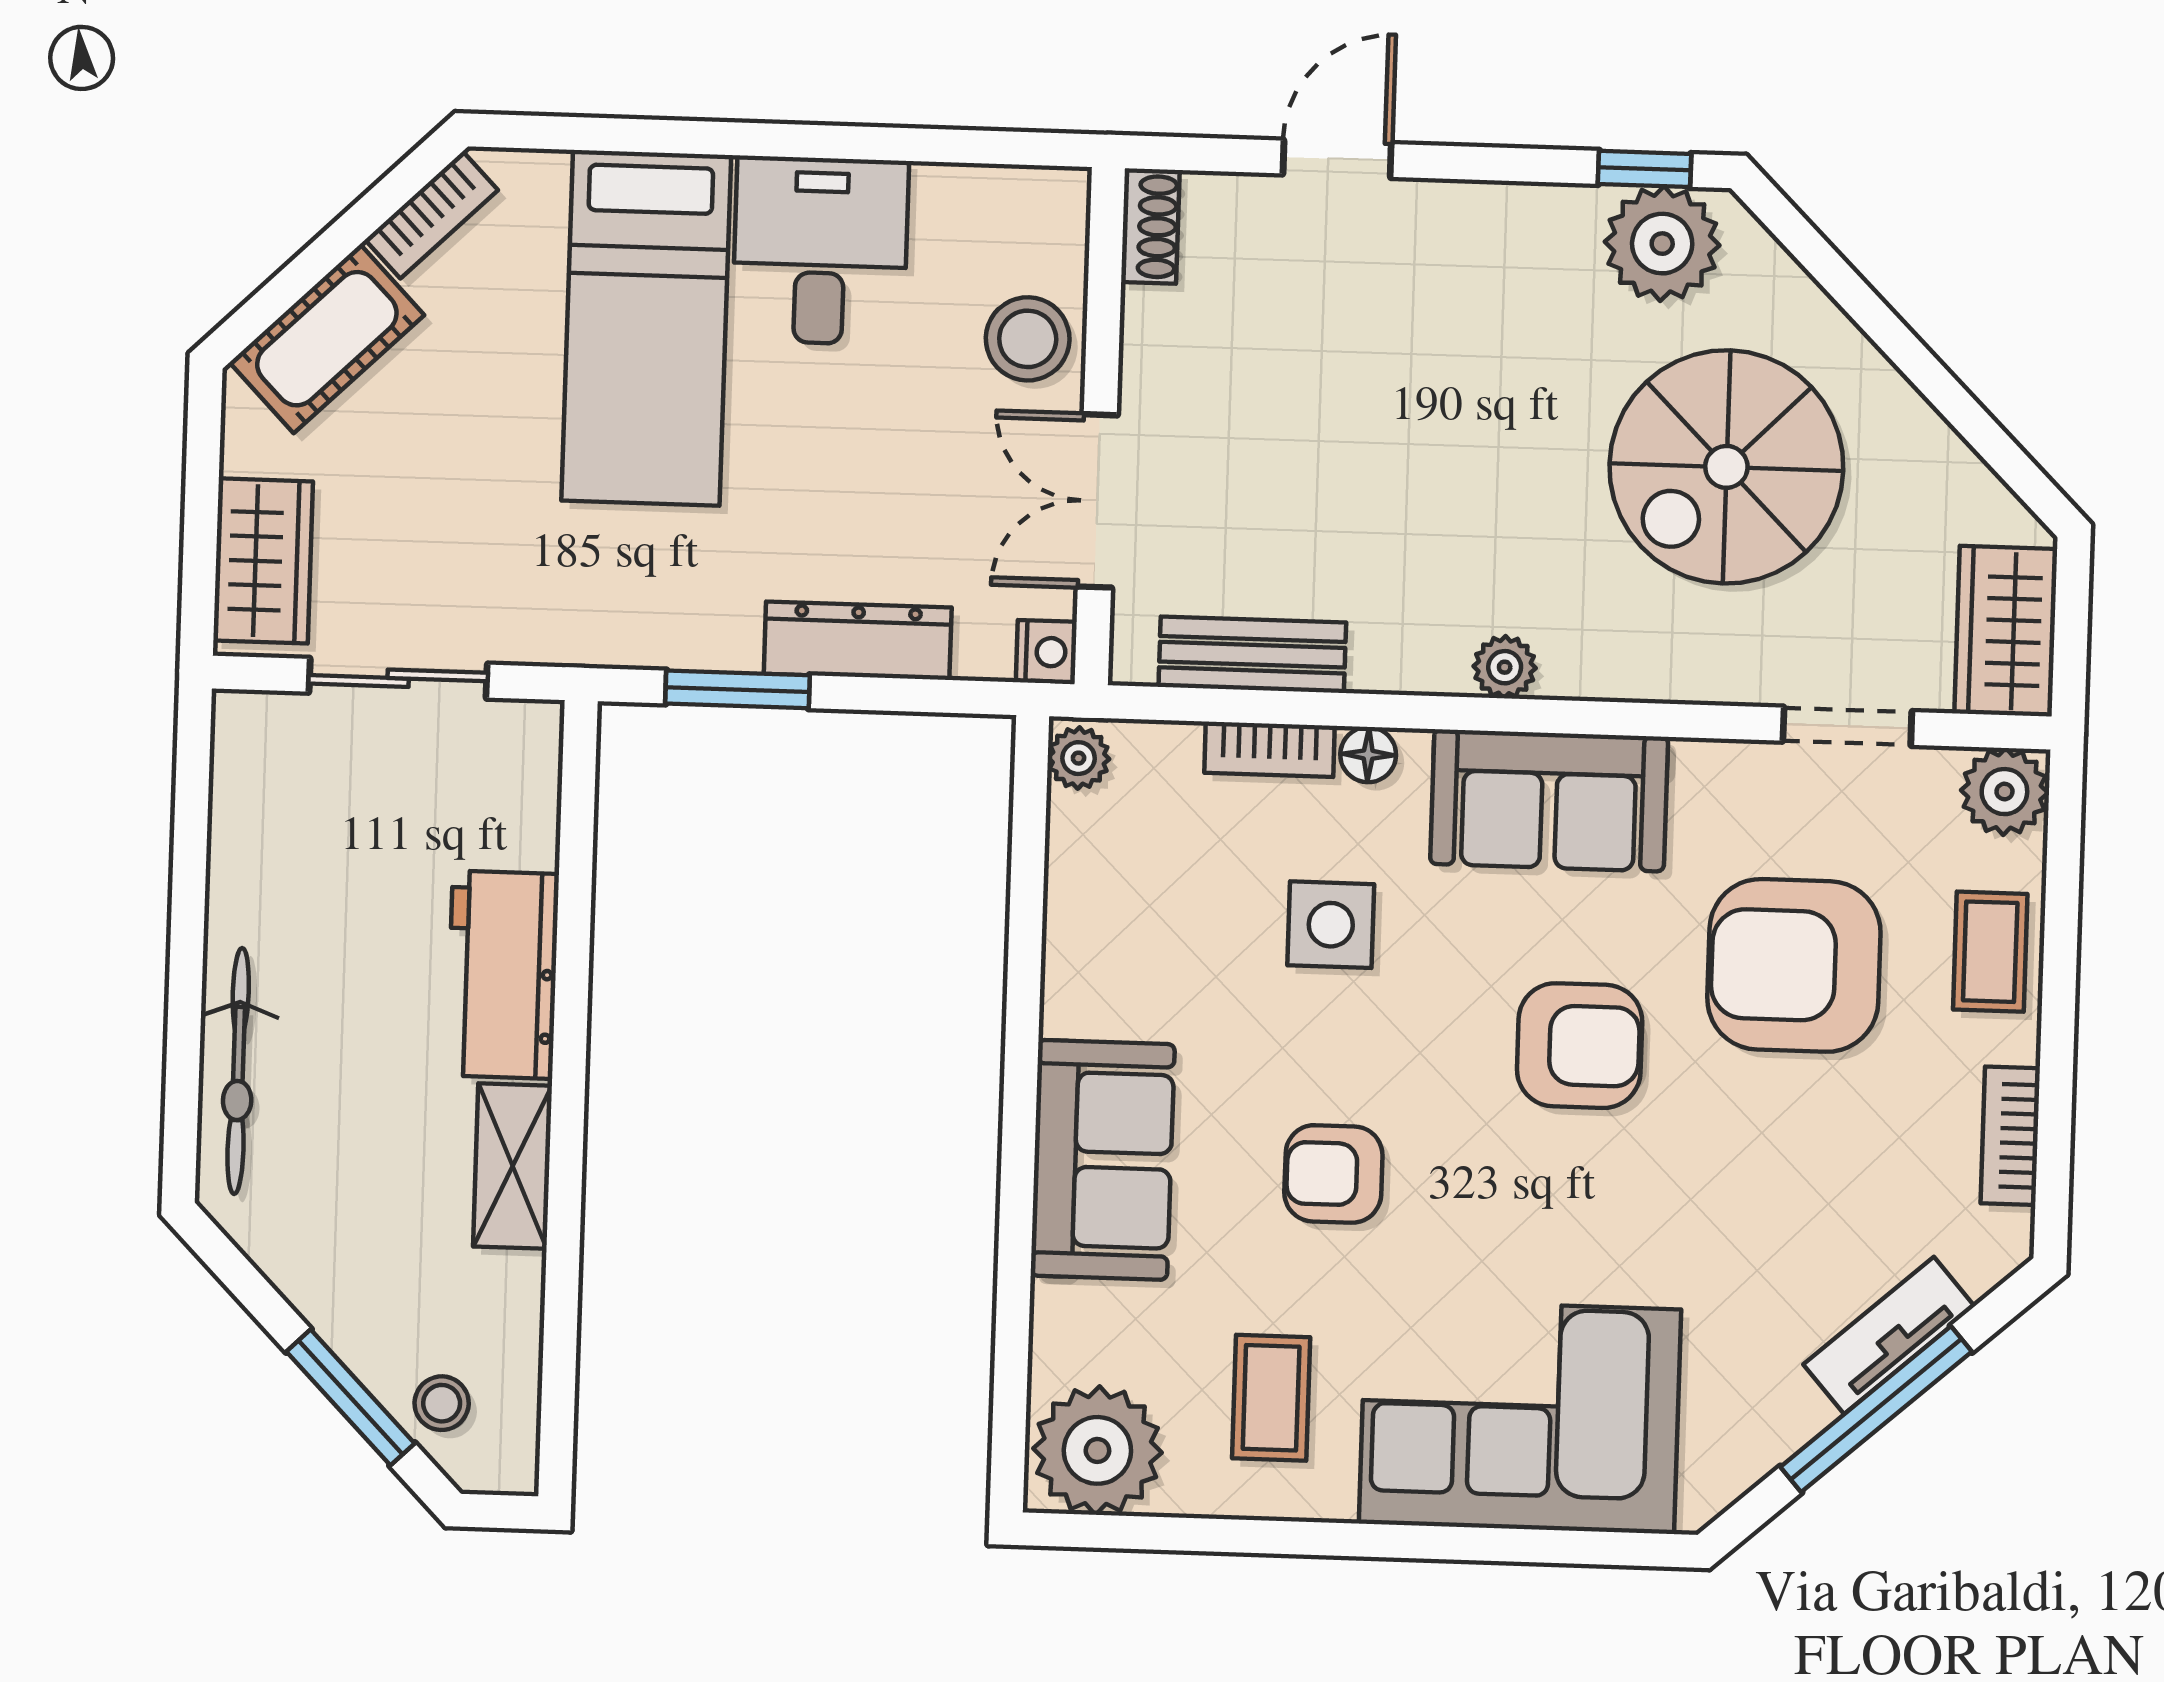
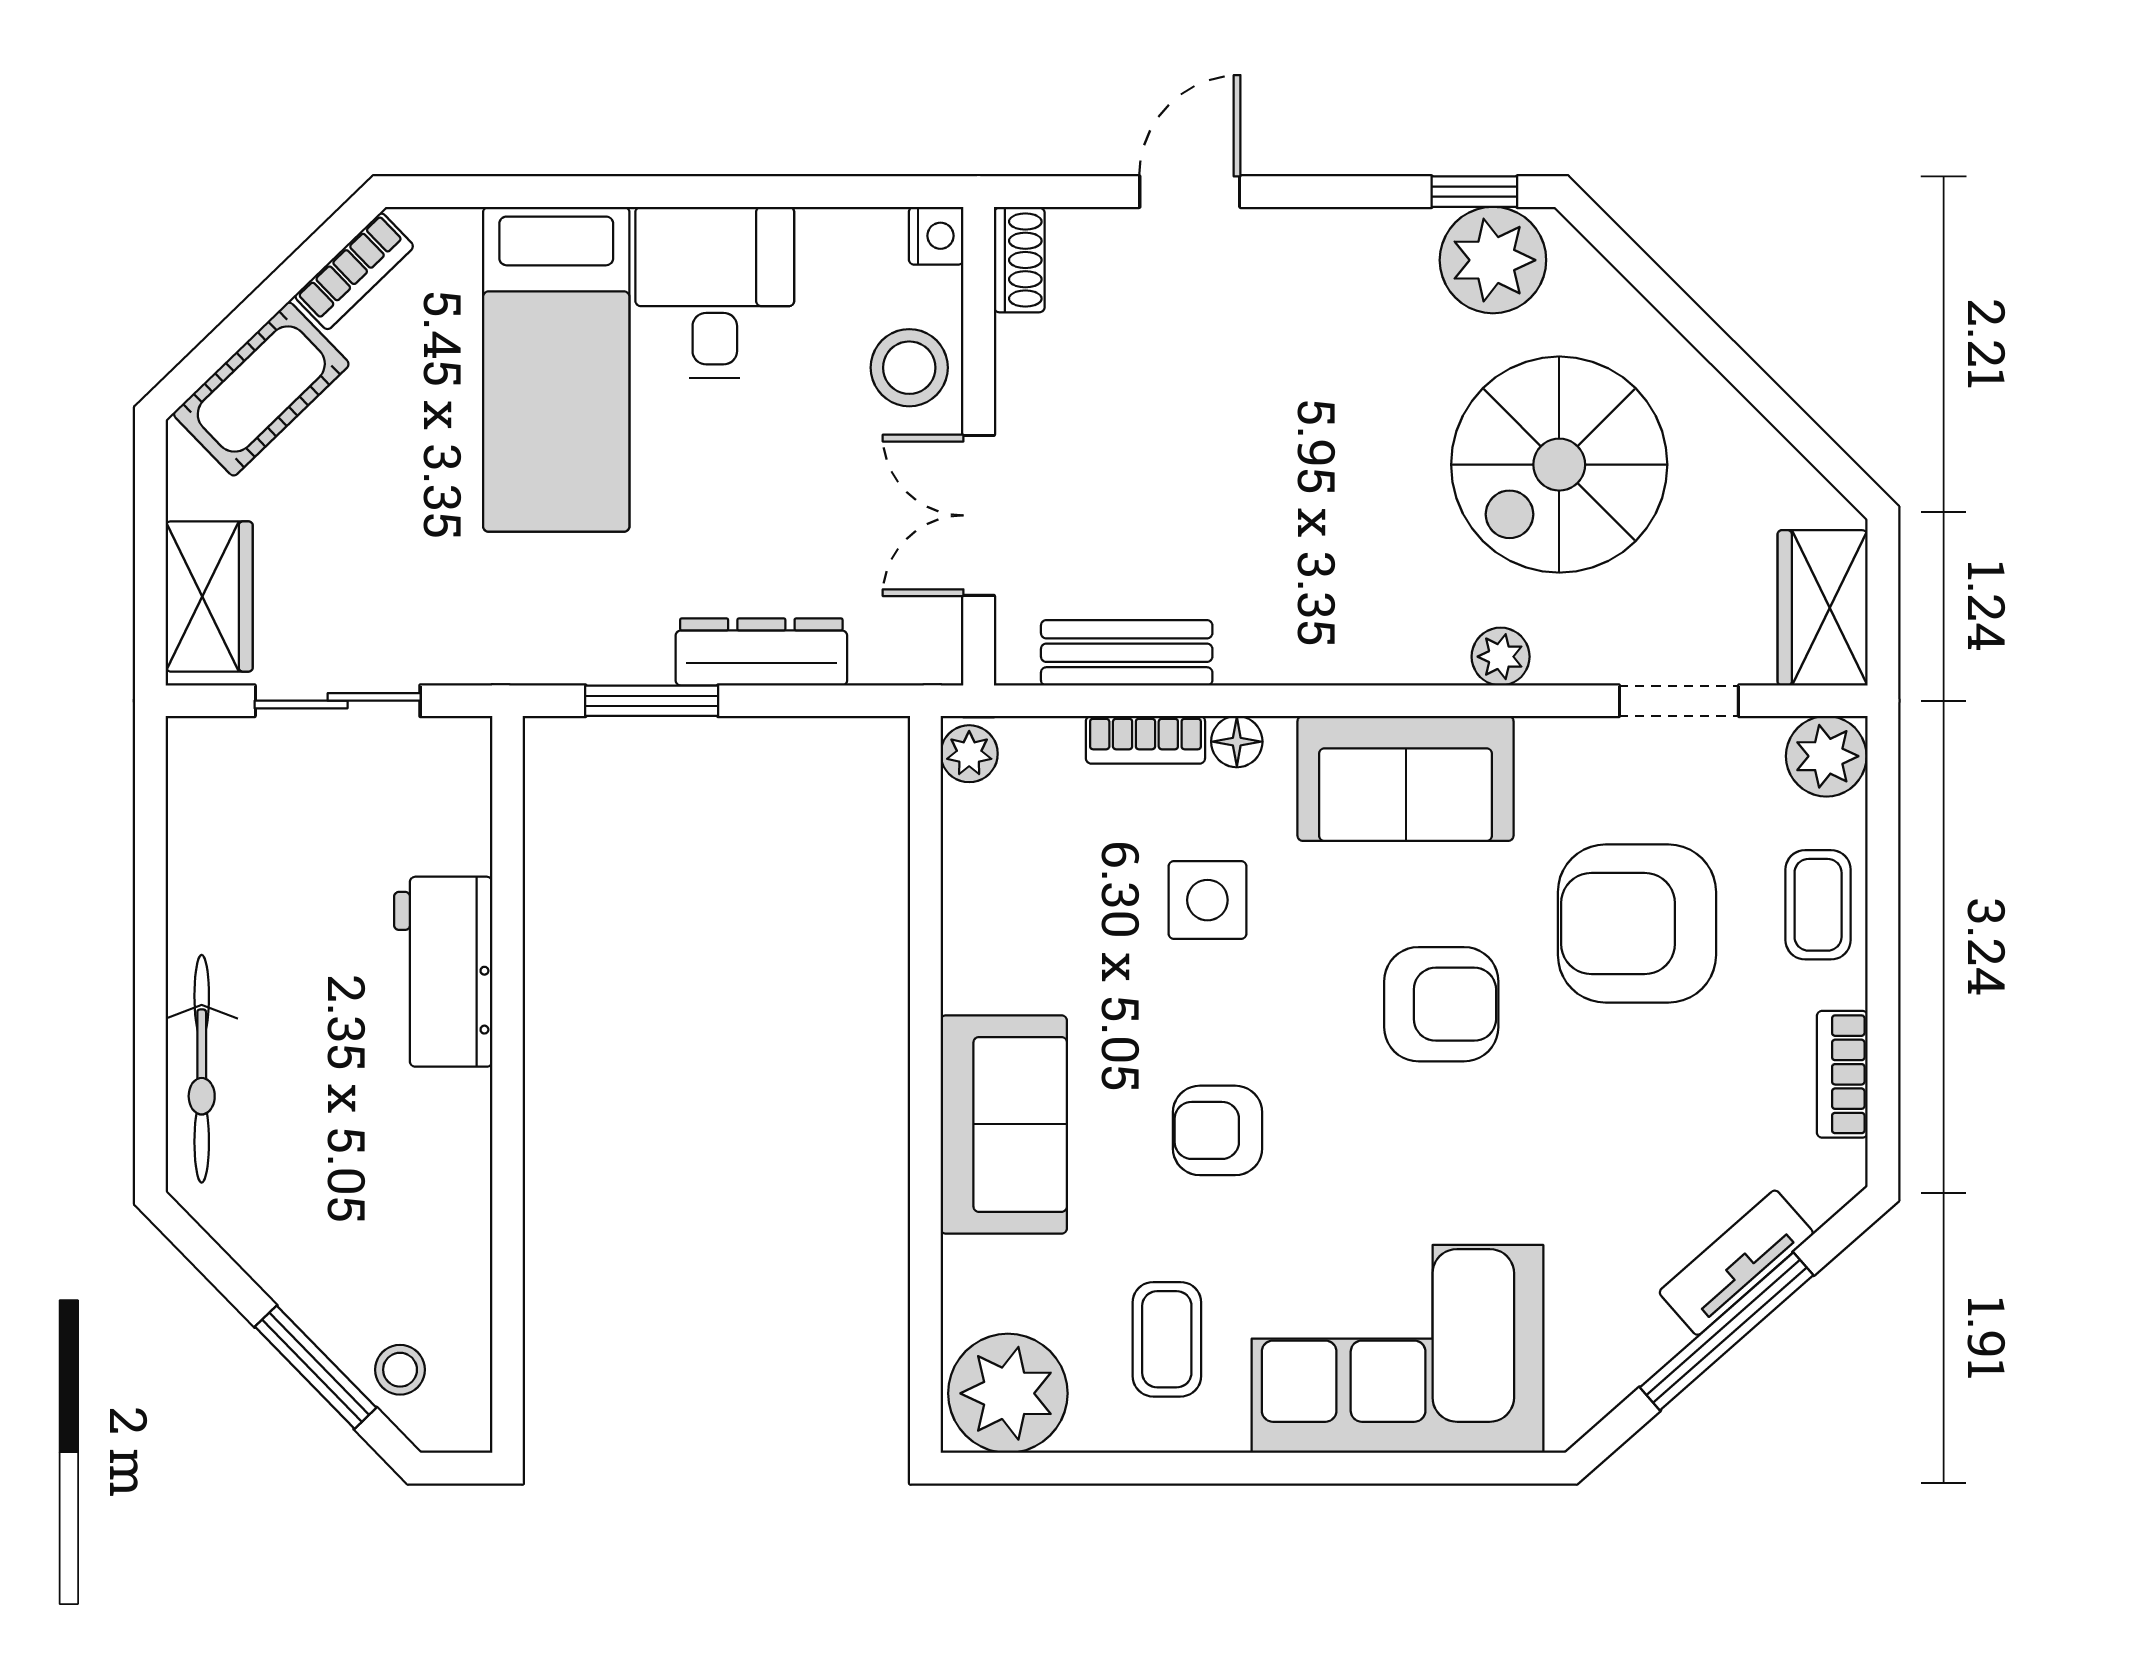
nightstand: (1046, 652) -> (936, 236), moved
plant: (1505, 667) -> (1501, 657), moved
shelving: (512, 1166) -> (458, 1148), removed

